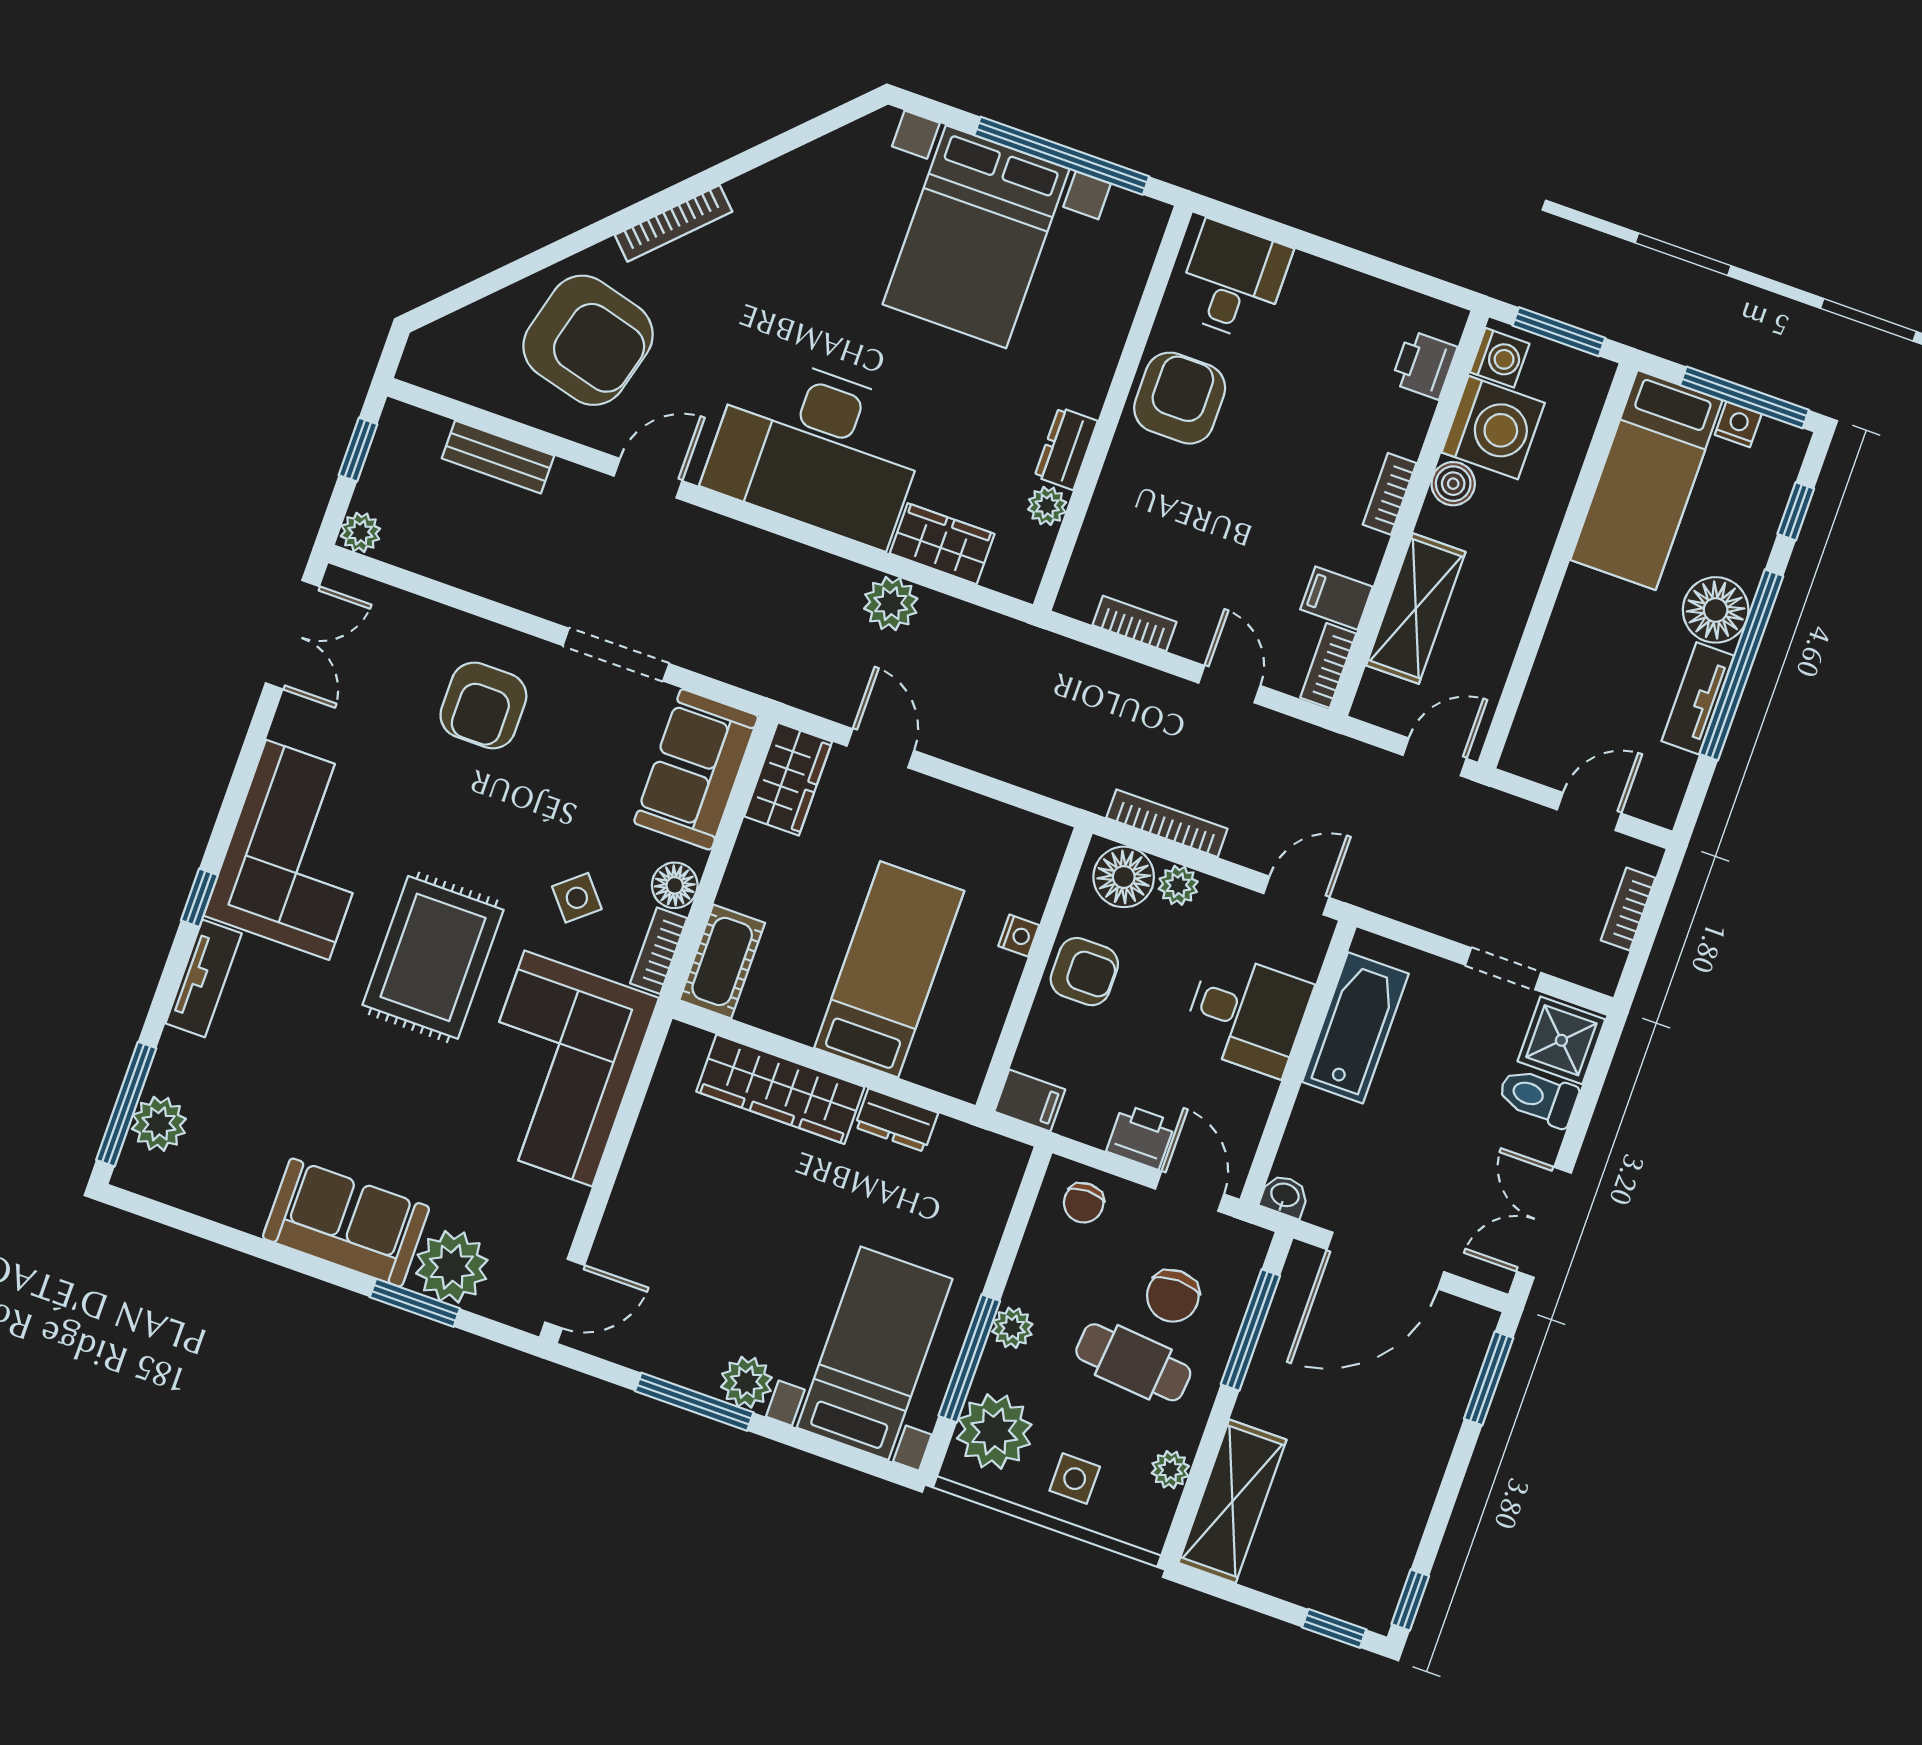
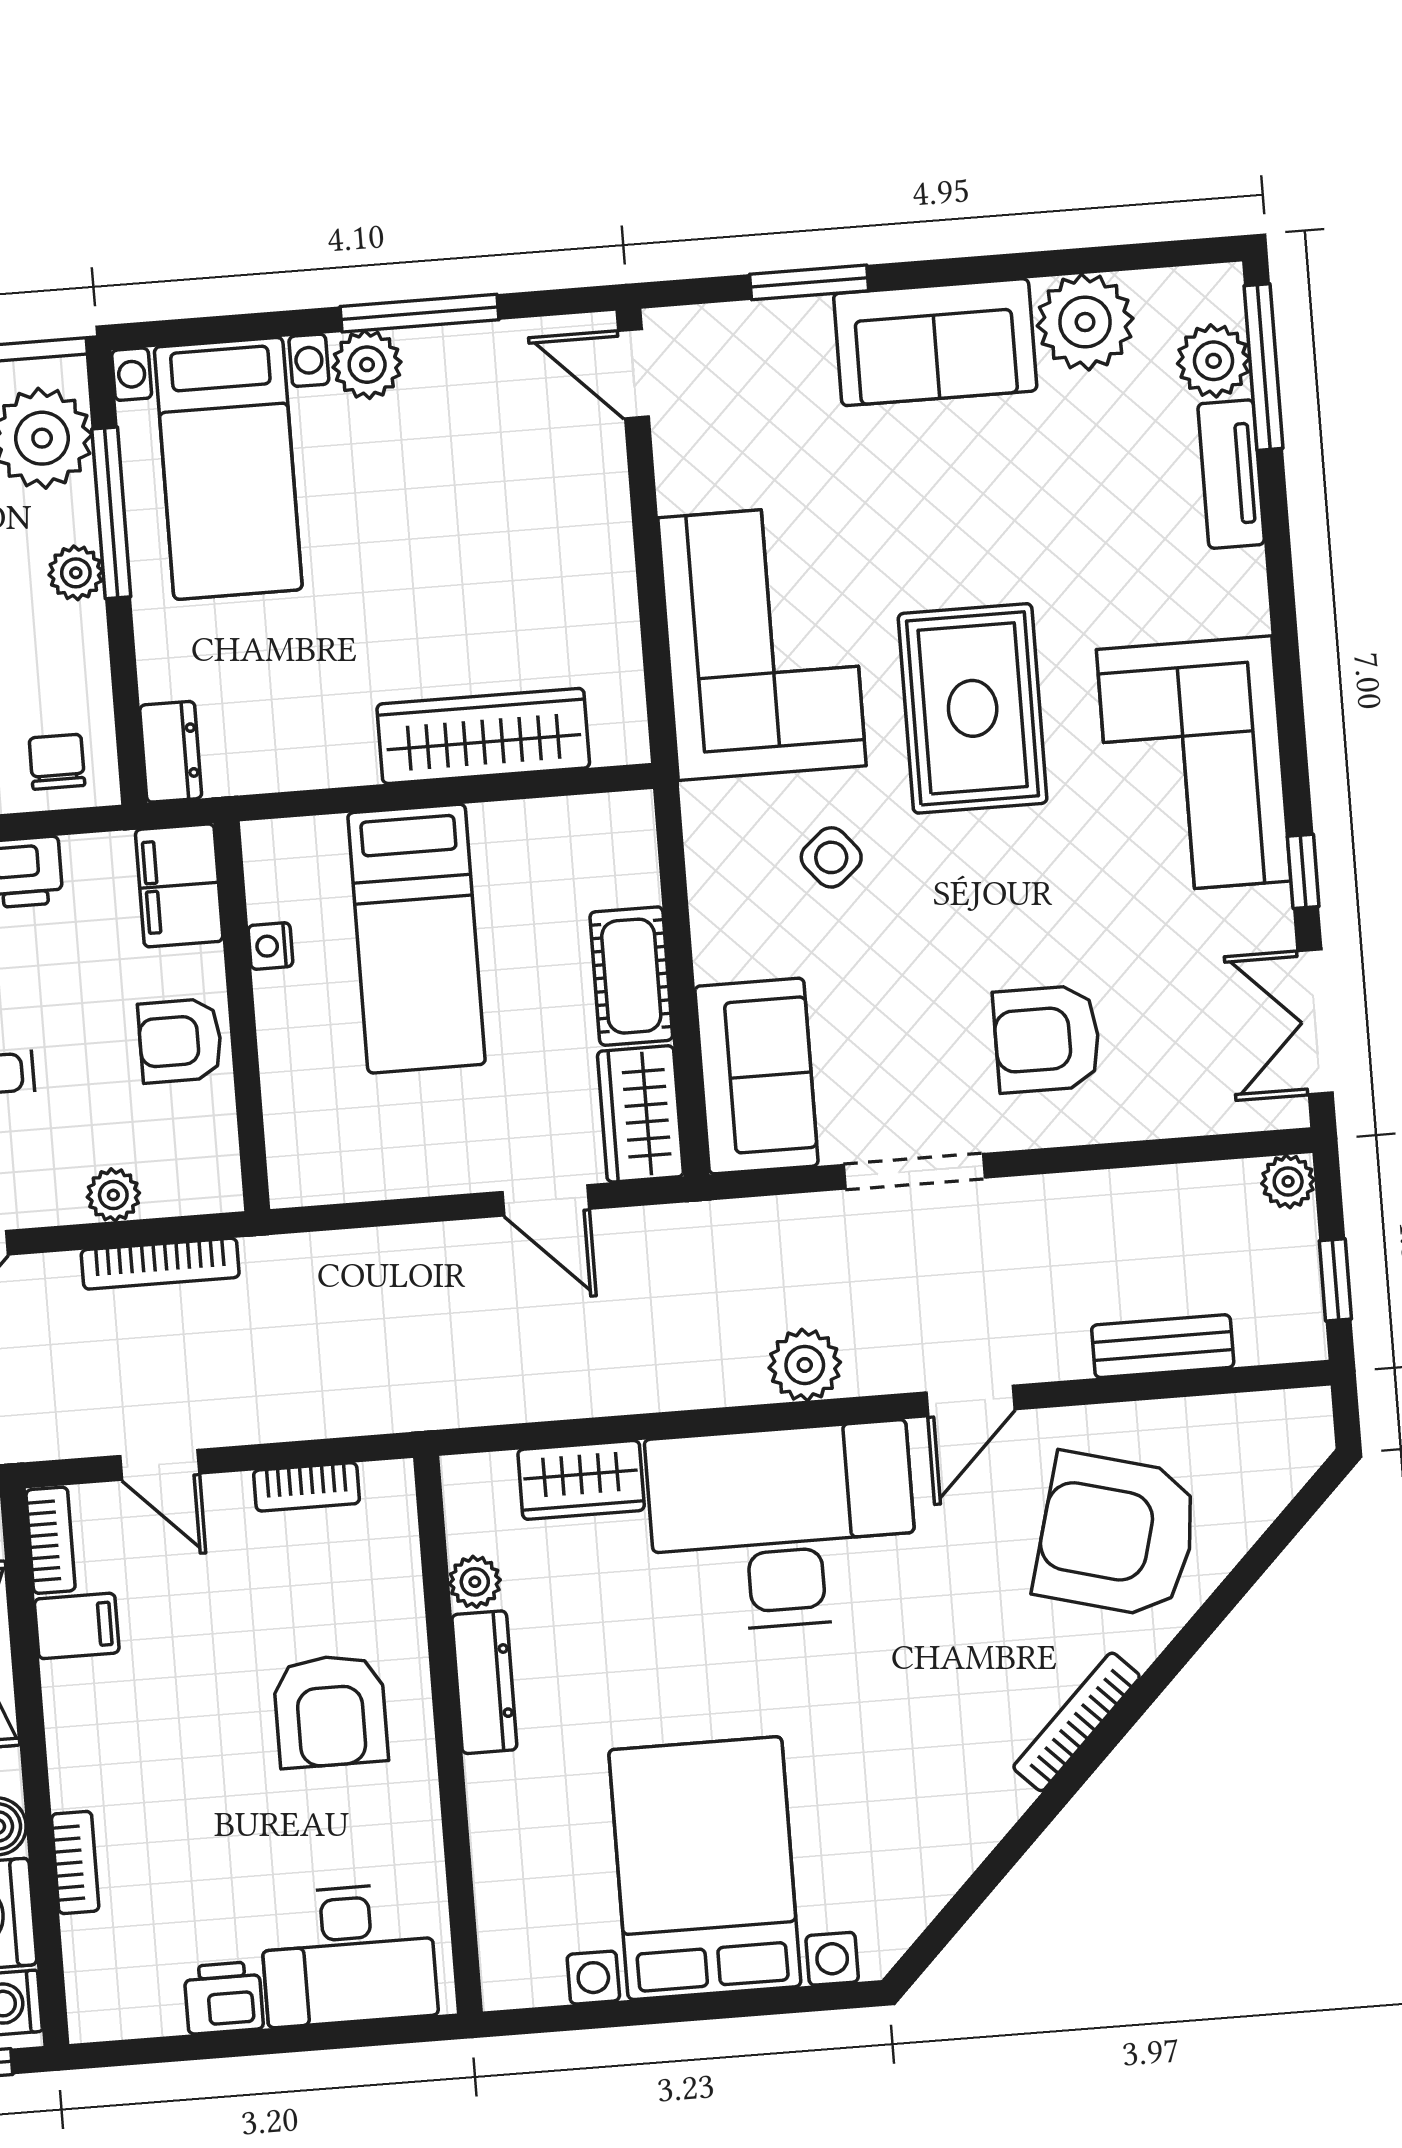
window: (1062, 156) -> (645, 2012), removed
desk: (1233, 281) -> (348, 1955), width x1.37
printer: (1424, 365) -> (224, 1998), moved, turned -90
armchair: (1180, 398) -> (330, 1711), moved
dresser: (1066, 449) -> (484, 1682), width x1.44
bookcase: (1390, 494) -> (75, 1862), moved
plant: (891, 604) -> (805, 1365), moved
armchair: (483, 705) -> (1047, 1039), turned -90
floor lamp: (1124, 877) -> (183, 1176), removed
floor lamp: (675, 885) -> (720, 925), removed
window: (199, 898) -> (1303, 871), moved
nightstand: (1019, 936) -> (270, 946), moved
bookcase: (659, 951) -> (704, 837), removed
cot: (722, 961) -> (631, 976), moved
tv unit: (204, 978) -> (1231, 474), moved
filing cabinet: (1030, 1101) -> (179, 885), width x2.00
dresser: (896, 1120) -> (171, 752), moved, turned 90
plant: (452, 1267) -> (1085, 322), moved
door: (565, 1294) -> (633, 374), hinge flipped

